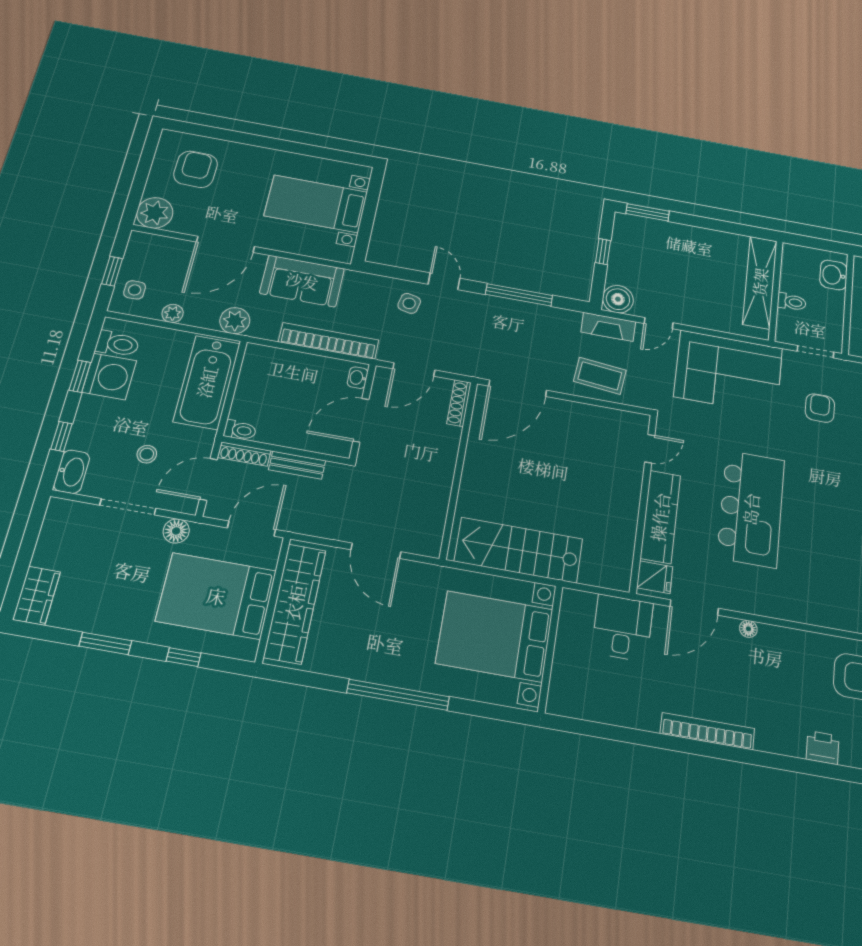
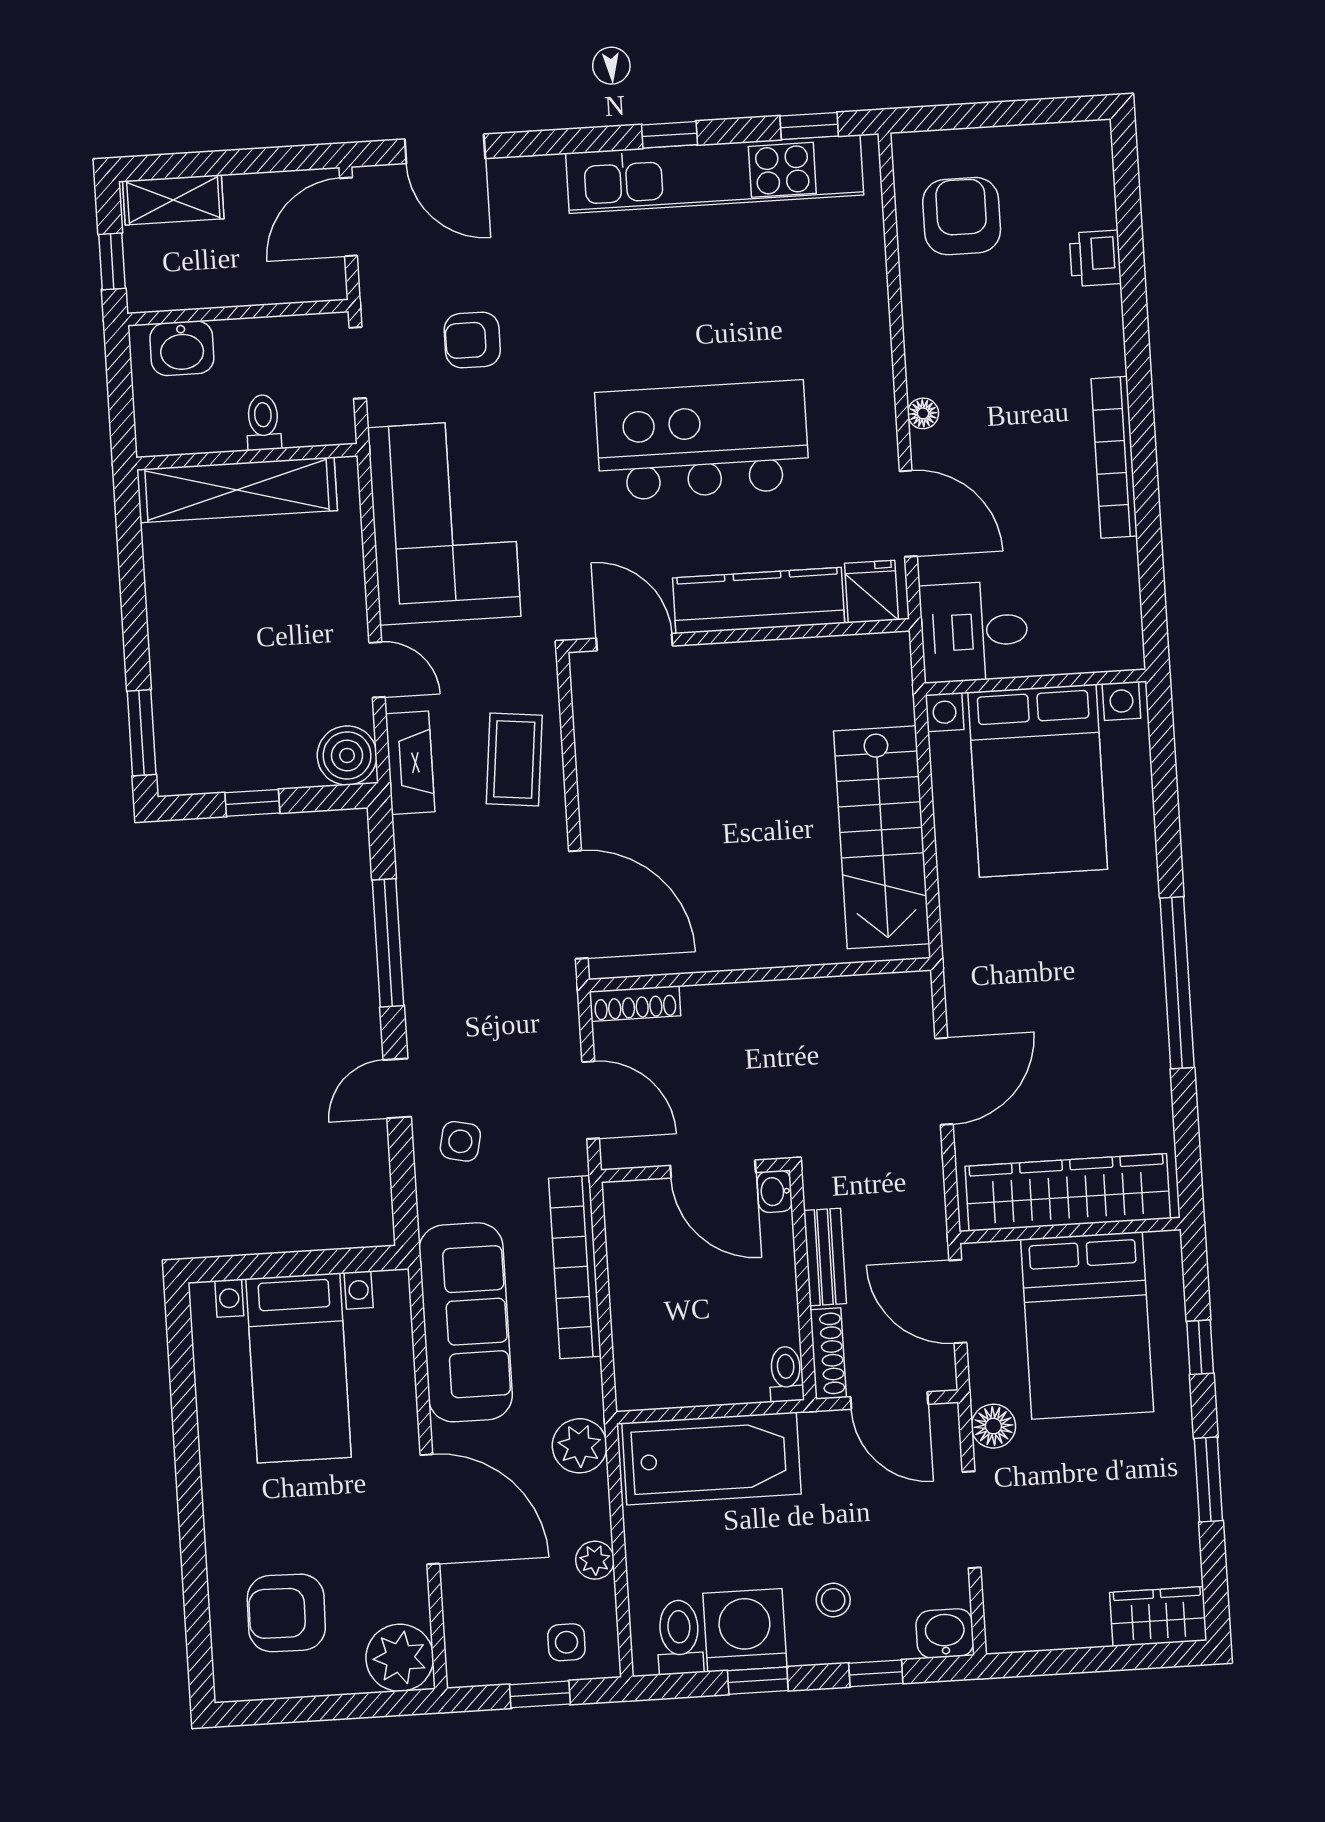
sofa: (302, 281) -> (466, 1322), width x1.36
washbasin: (358, 378) -> (775, 1191), moved, turned 90
door: (650, 449) -> (634, 642), width x1.38
stool: (147, 454) -> (833, 1600), moved
washbasin: (72, 472) -> (945, 1633), width x0.72
bed with nightstands: (494, 636) -> (1038, 781), moved
wall: (550, 649) -> (1036, 682), moved

